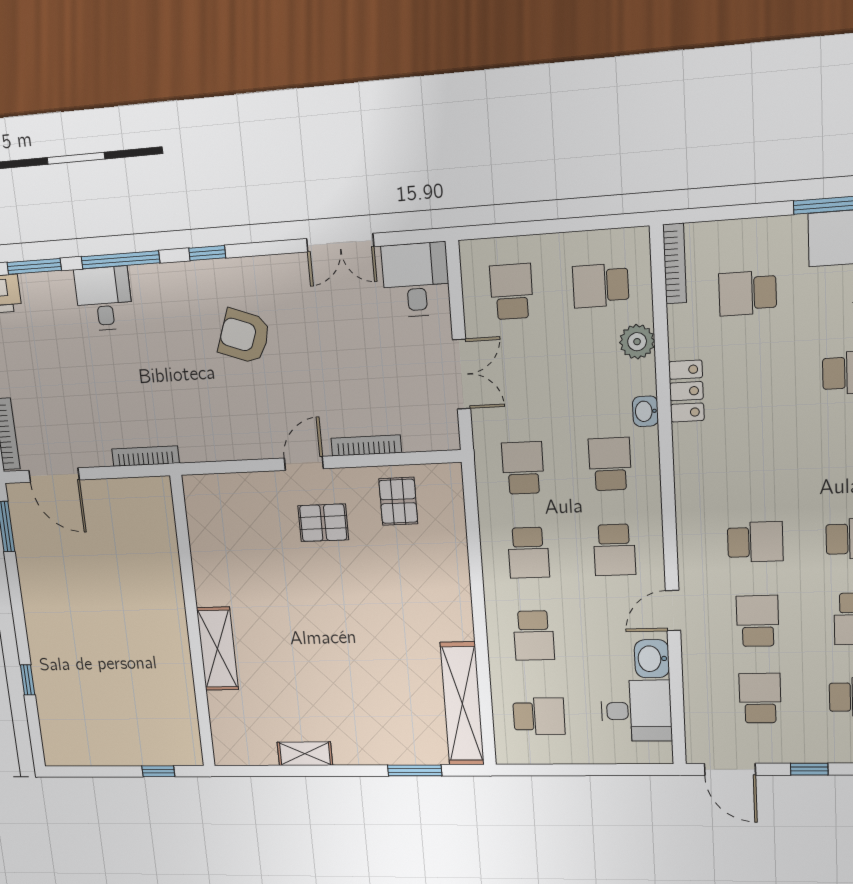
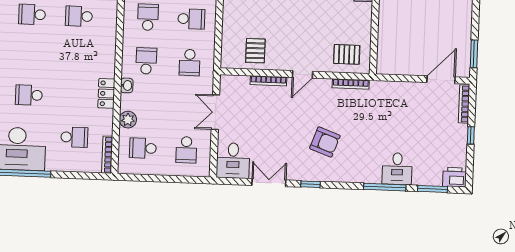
window: (207, 253) -> (311, 184), moved
school desk: (601, 286) -> (143, 148), turned 180
bookcase: (145, 456) -> (351, 84), moved
school desk: (610, 464) -> (146, 61), turned 180
door: (54, 475) -> (441, 80), hinge flipped
pallet: (323, 523) -> (347, 54), moved
school desk: (528, 553) -> (191, 19), turned 90

